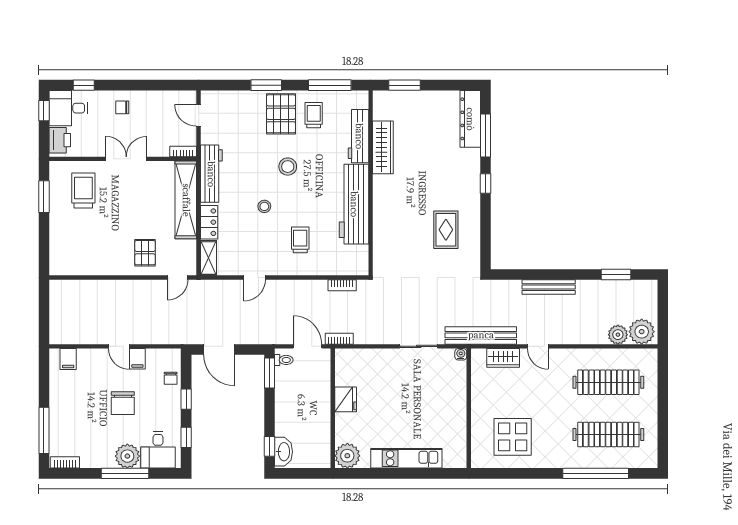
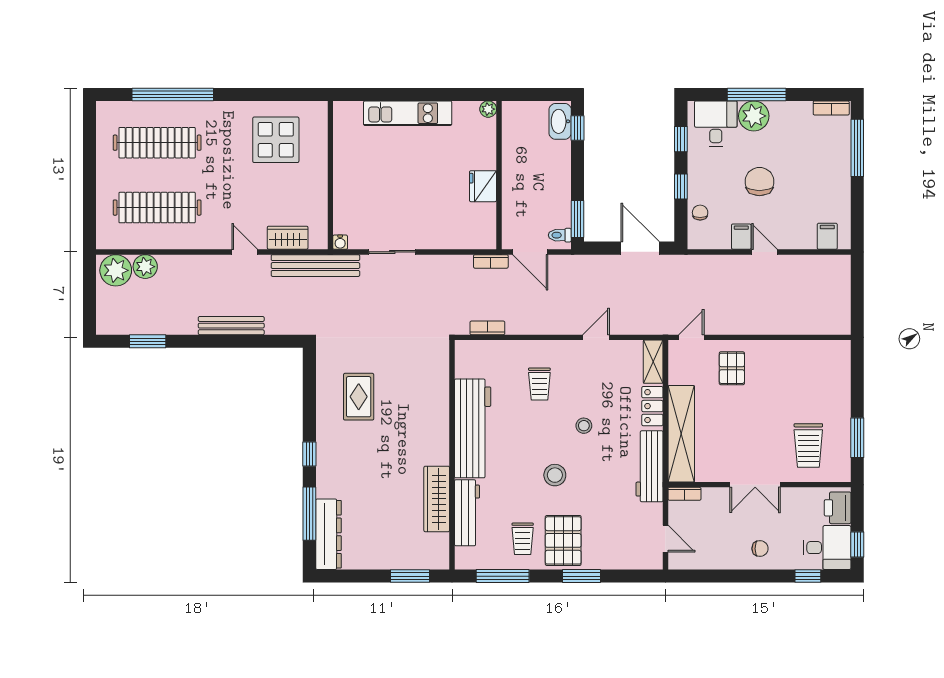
plant: (347, 456) -> (488, 109), width x0.53, depth x0.53

